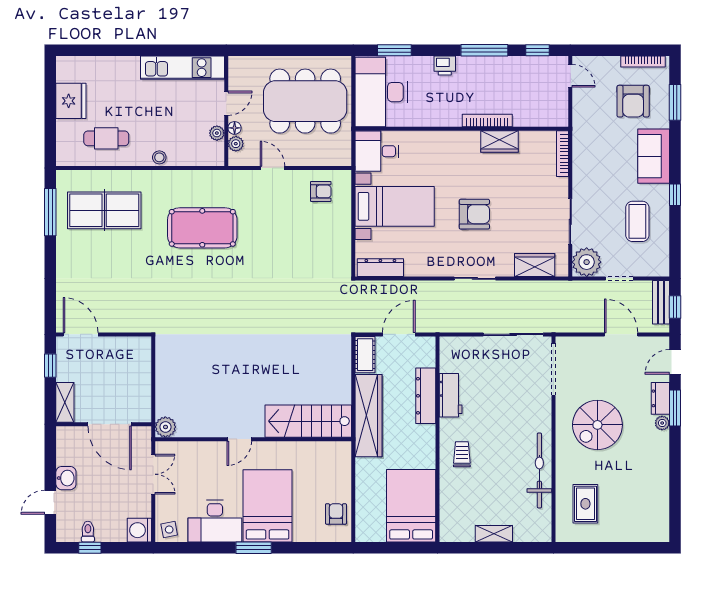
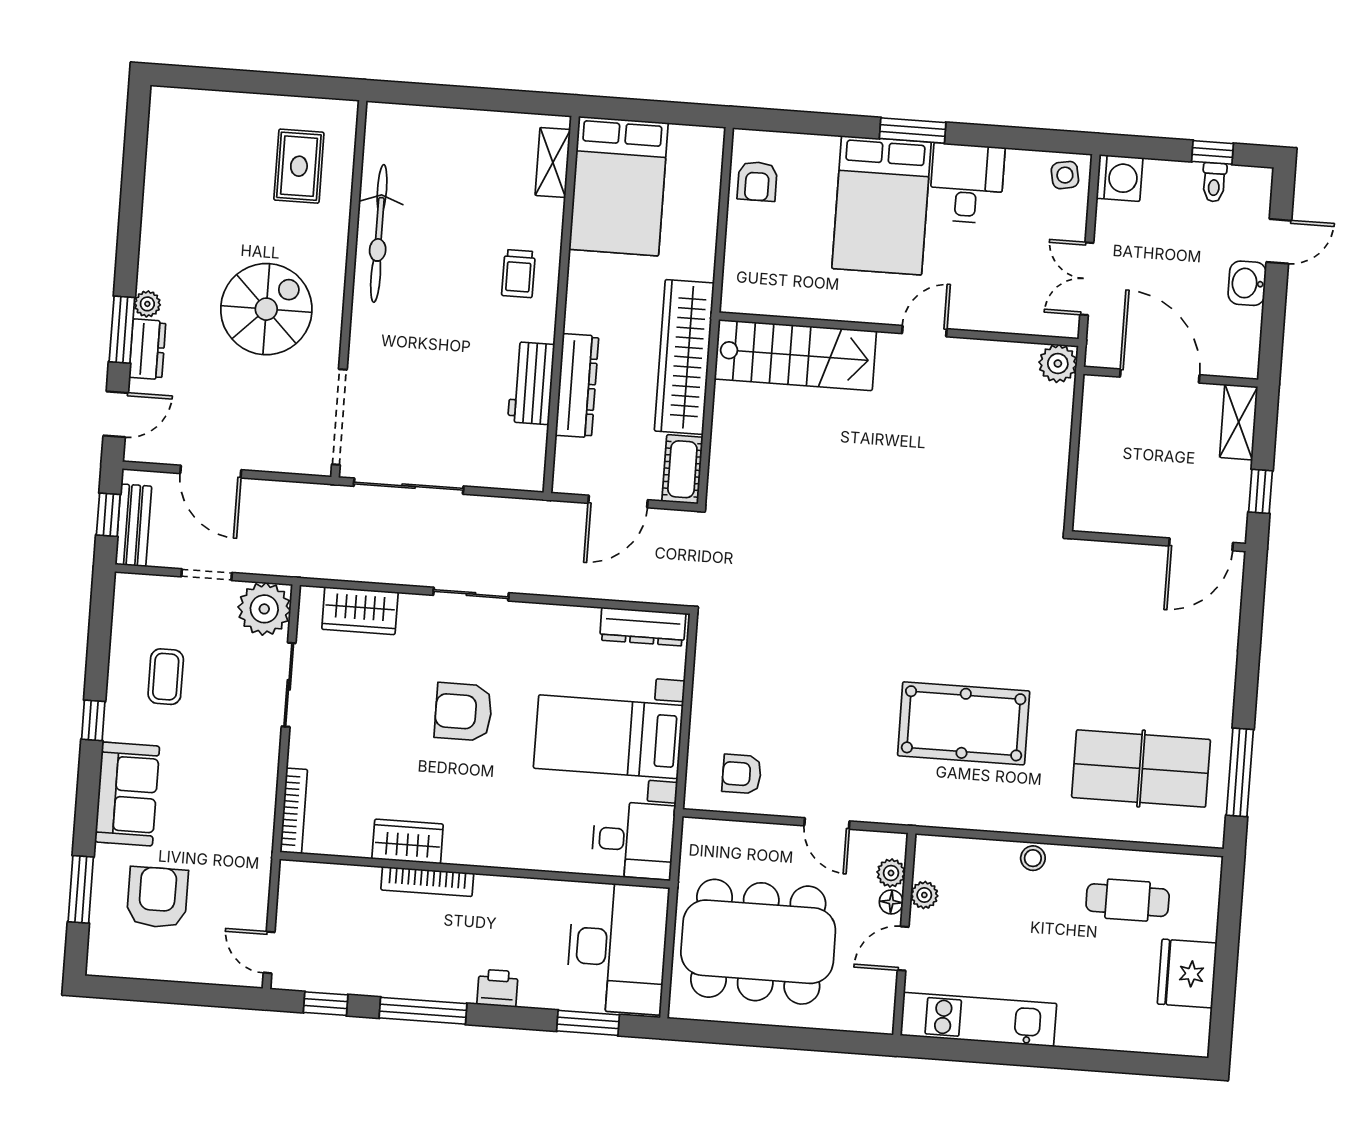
bookcase: (643, 61) -> (134, 969), removed
coffee table: (637, 221) -> (166, 677), width x0.73, depth x0.77
door: (81, 334) -> (1201, 544), hinge flipped
desk: (215, 521) -> (967, 183), width x0.73
shelving: (494, 534) -> (553, 162), moved, turned 90

